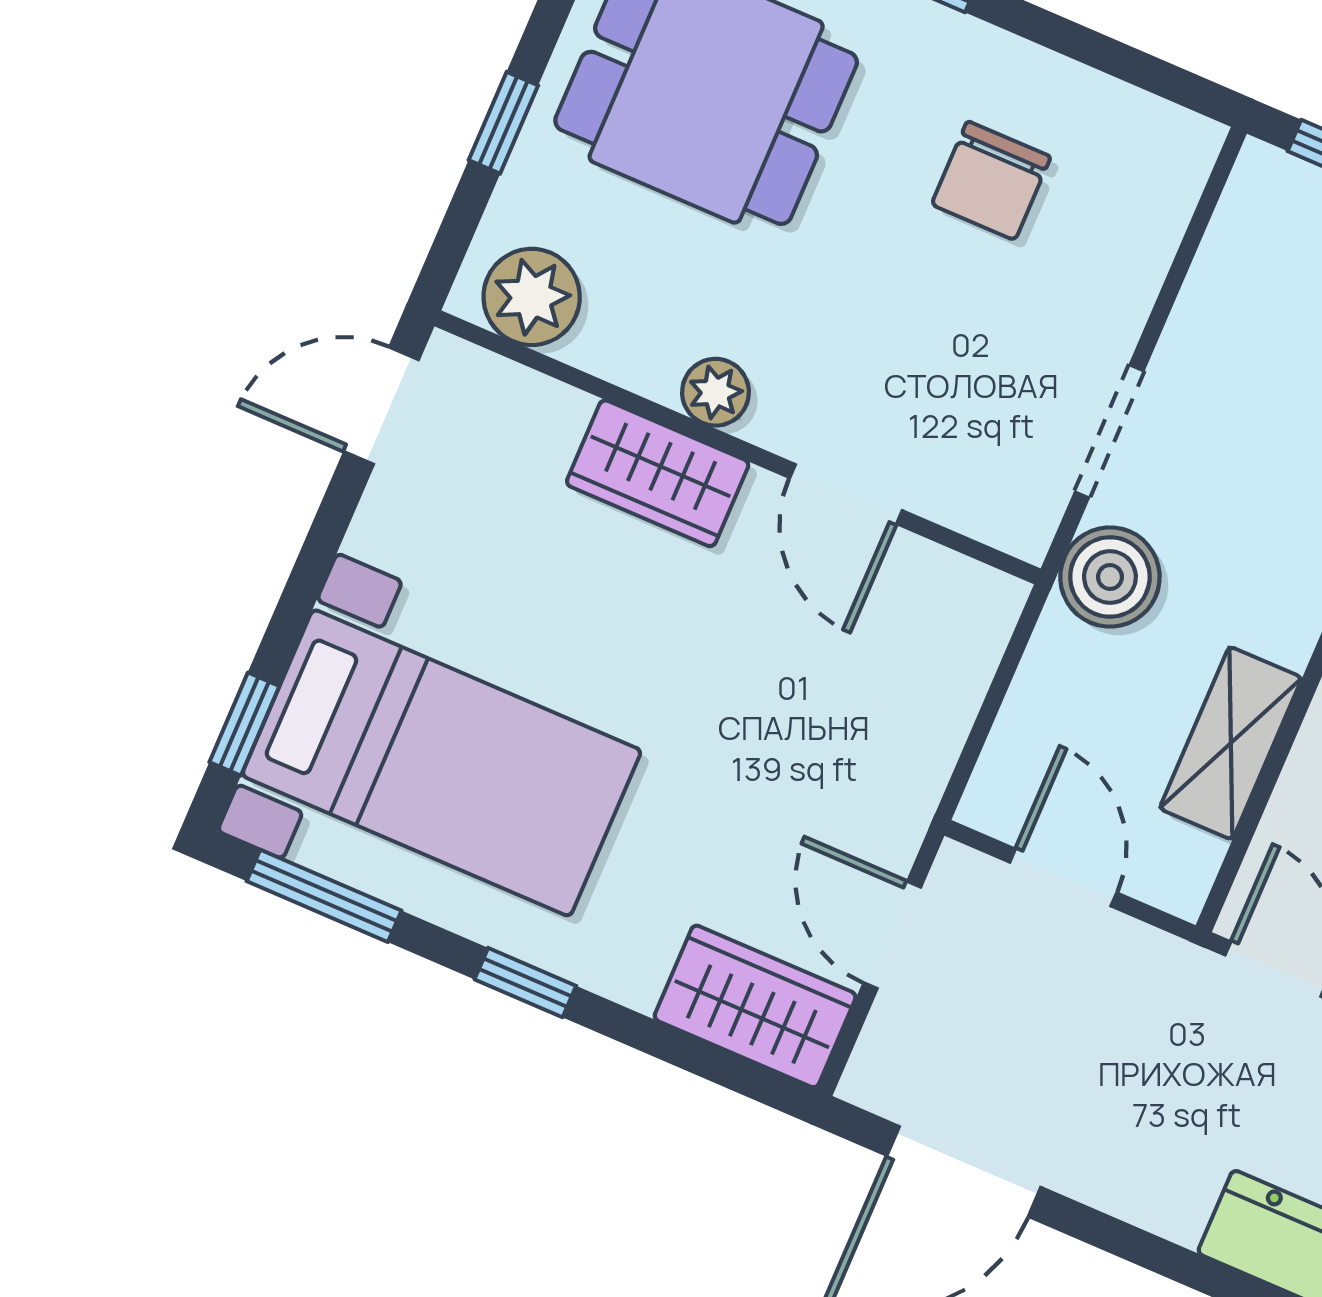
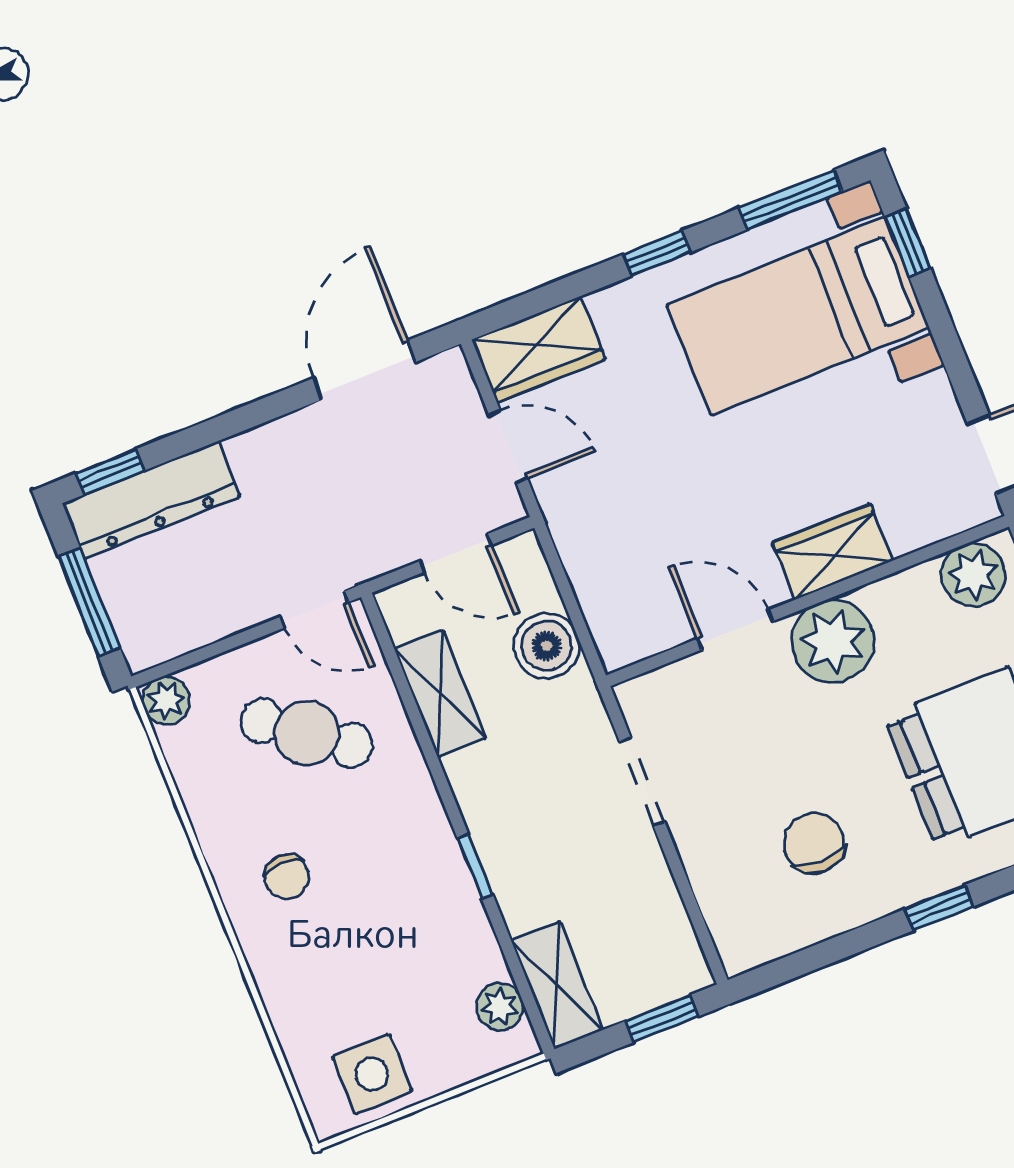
plant: (715, 392) -> (833, 641), width x1.87, depth x1.87
boiler: (1110, 577) -> (547, 646), moved

